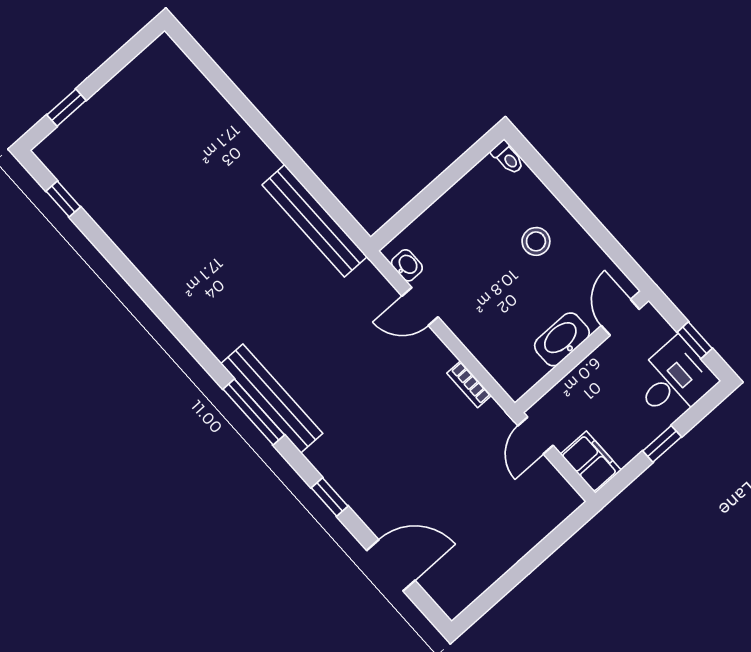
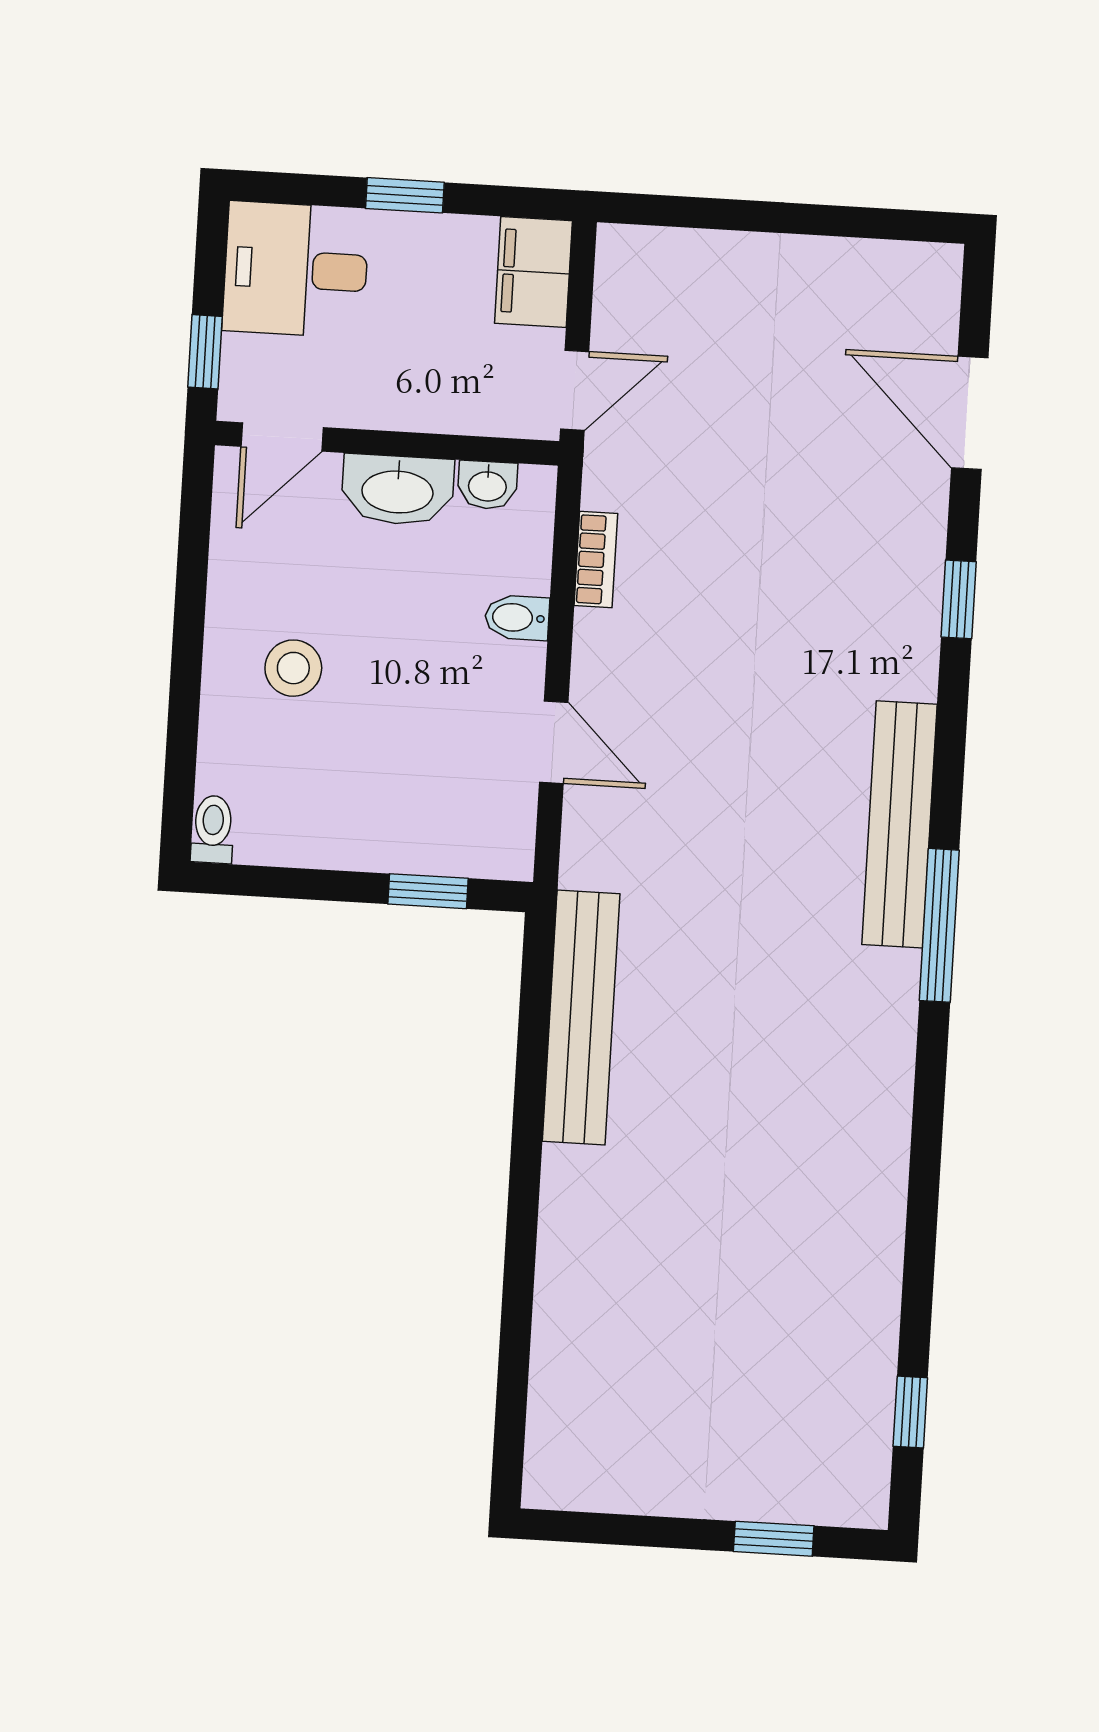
window: (412, 211) -> (428, 891), added
washbasin: (407, 265) -> (487, 485), moved, turned -90
bidet: (476, 337) -> (517, 618), added
window: (695, 340) -> (205, 352), moved
window: (254, 412) -> (939, 925), moved

